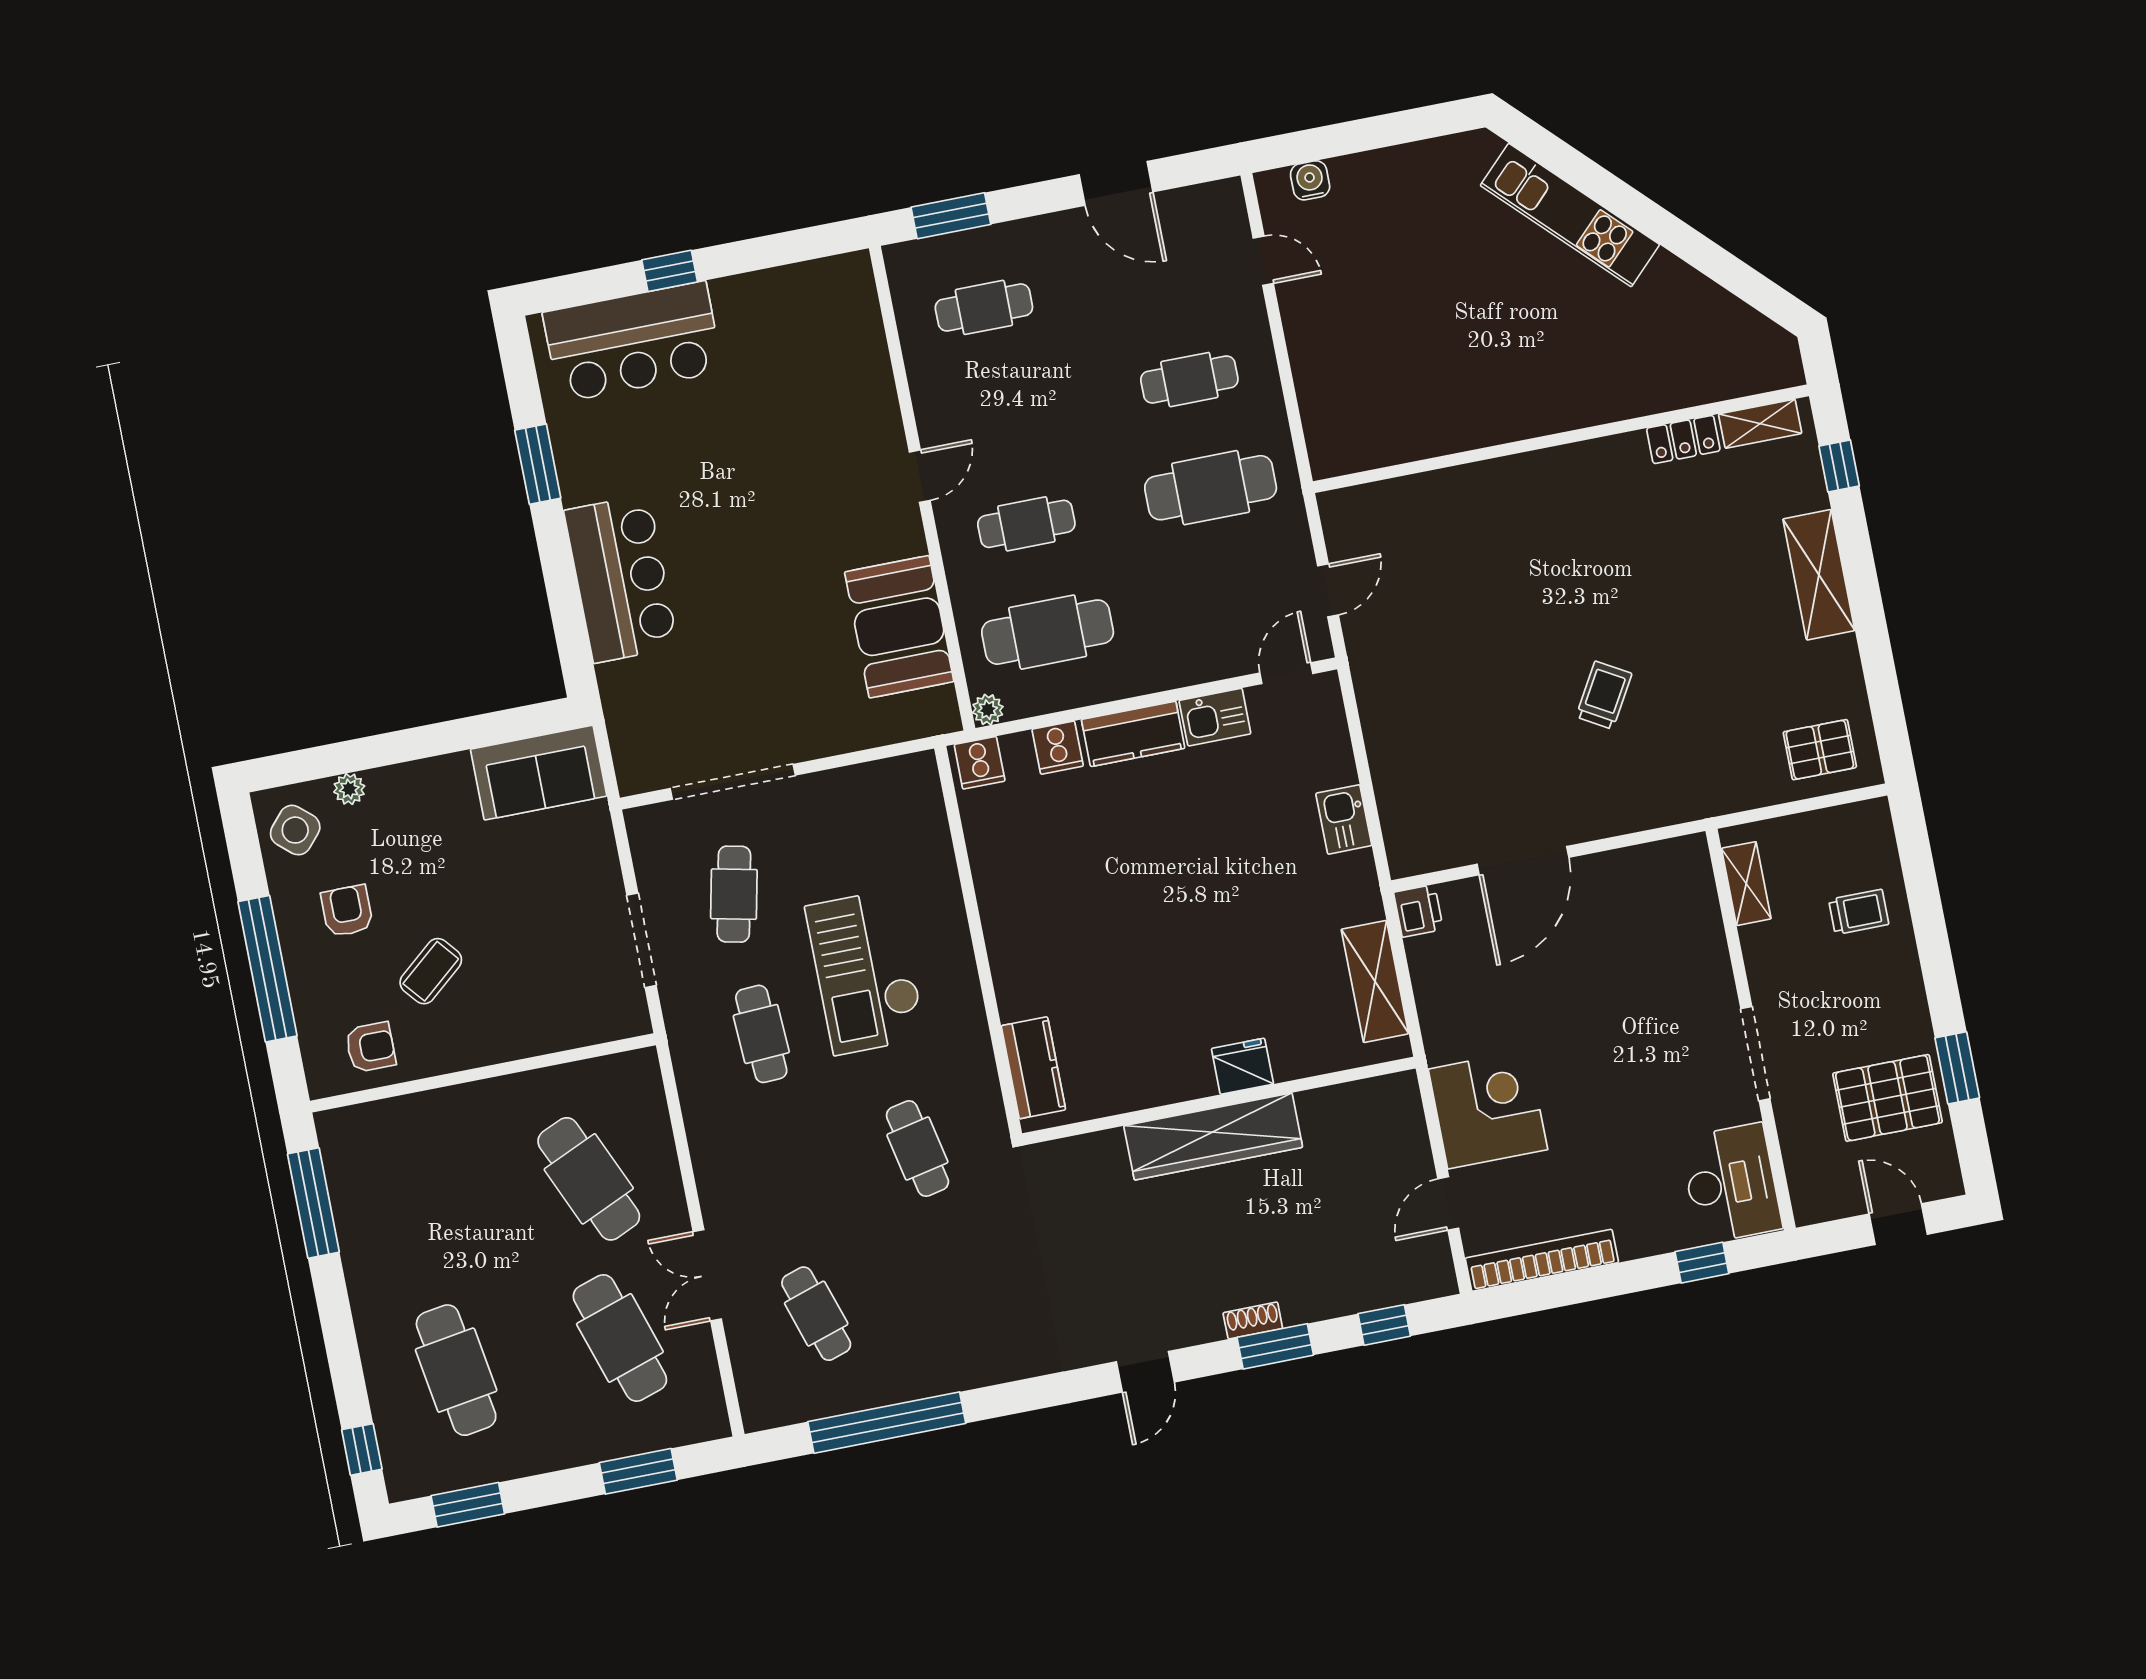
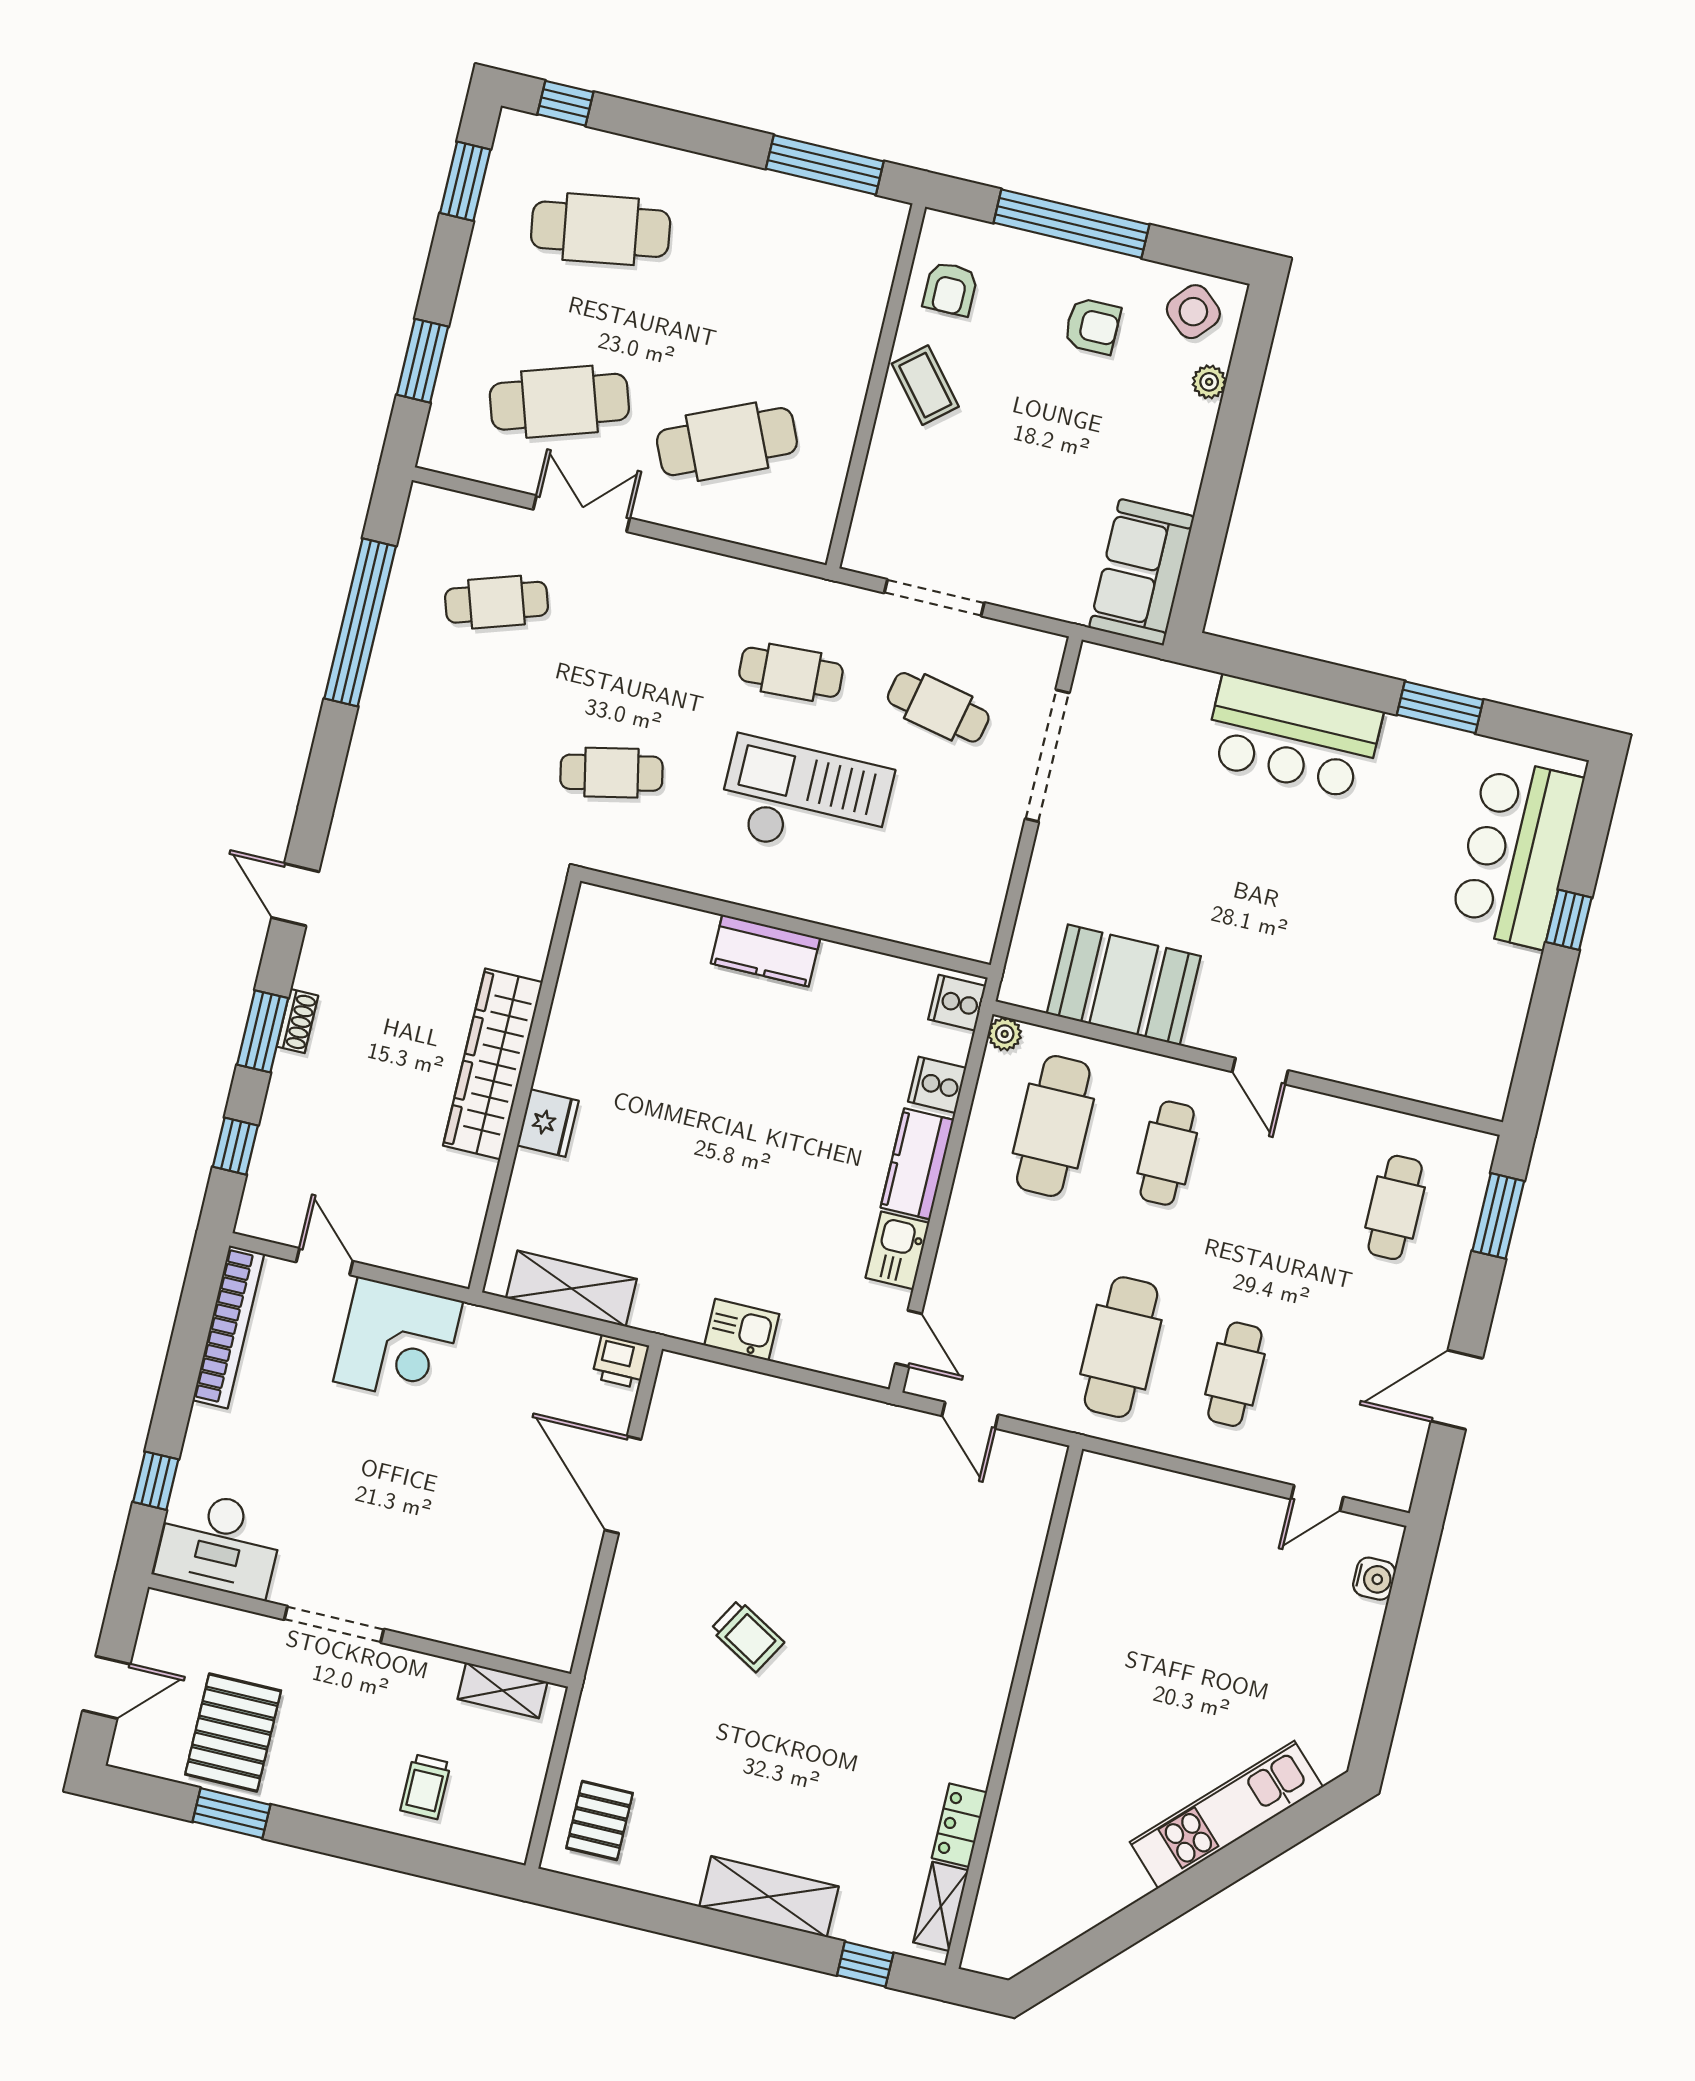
coffee table: (431, 971) -> (925, 385), moved
kitchen counter: (1033, 1068) -> (765, 951), moved

